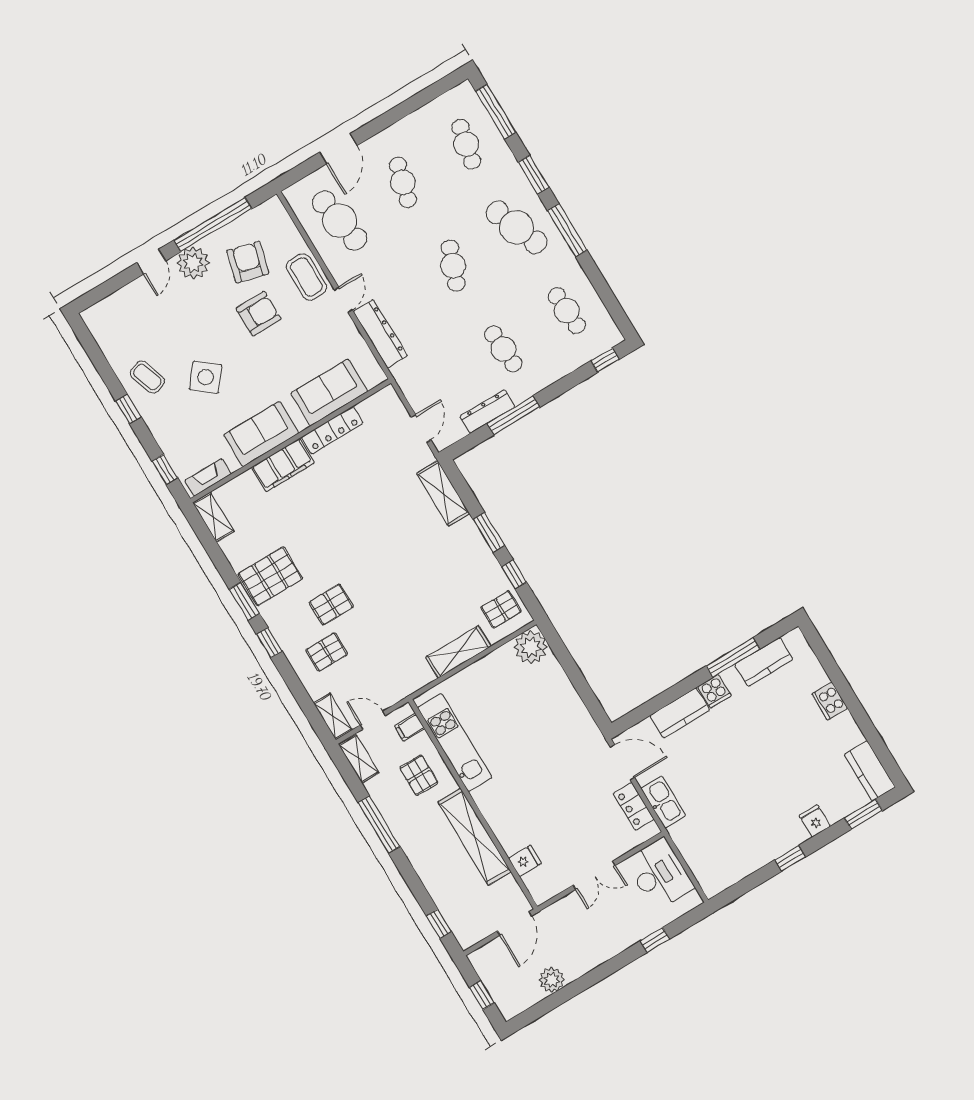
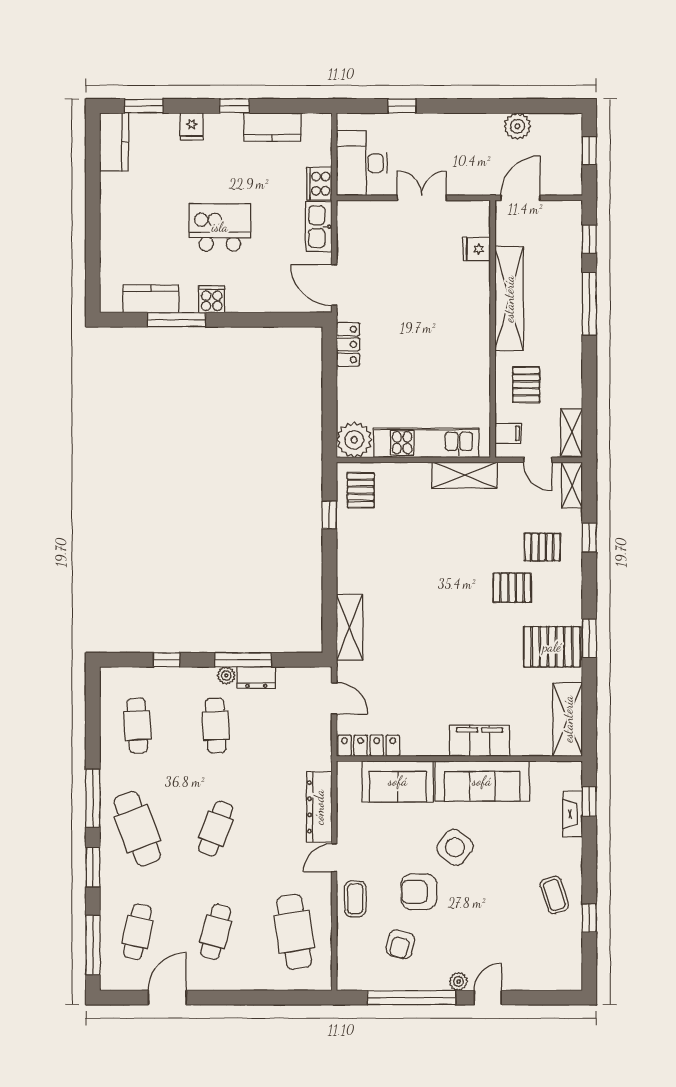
door: (338, 149) -> (167, 998), moved
armchair: (248, 262) -> (400, 944), width x0.72, depth x0.72
plant: (193, 263) -> (458, 982), width x0.53, depth x0.53
coffee table: (306, 277) -> (355, 899), width x0.73, depth x0.77
window: (605, 360) -> (167, 660), moved
side table: (206, 377) -> (455, 847), moved
plant: (519, 394) -> (226, 676), added
window: (128, 409) -> (589, 918), moved
dresser: (487, 412) -> (256, 678), width x0.70
door: (421, 428) -> (334, 698), swing flipped
locker: (332, 430) -> (369, 746), moved
sofa: (261, 434) -> (482, 781), width x1.36
fireplace: (208, 477) -> (572, 814), moved, turned 90
shelving: (213, 517) -> (568, 719), width x1.50, depth x1.33
window: (489, 532) -> (330, 567), removed
pallet: (501, 609) -> (361, 490), turned 90
window: (269, 643) -> (589, 538), moved
shelving: (458, 652) -> (465, 475), moved
cooker: (830, 701) -> (319, 184), moved, turned 180
kitchen counter: (680, 713) -> (272, 127), moved, turned 180
kitchen unit: (455, 743) -> (426, 443), moved, turned 90
kitchen island: (743, 753) -> (220, 227), added
locker: (634, 806) -> (348, 344), moved
window: (379, 825) -> (589, 304), moved

